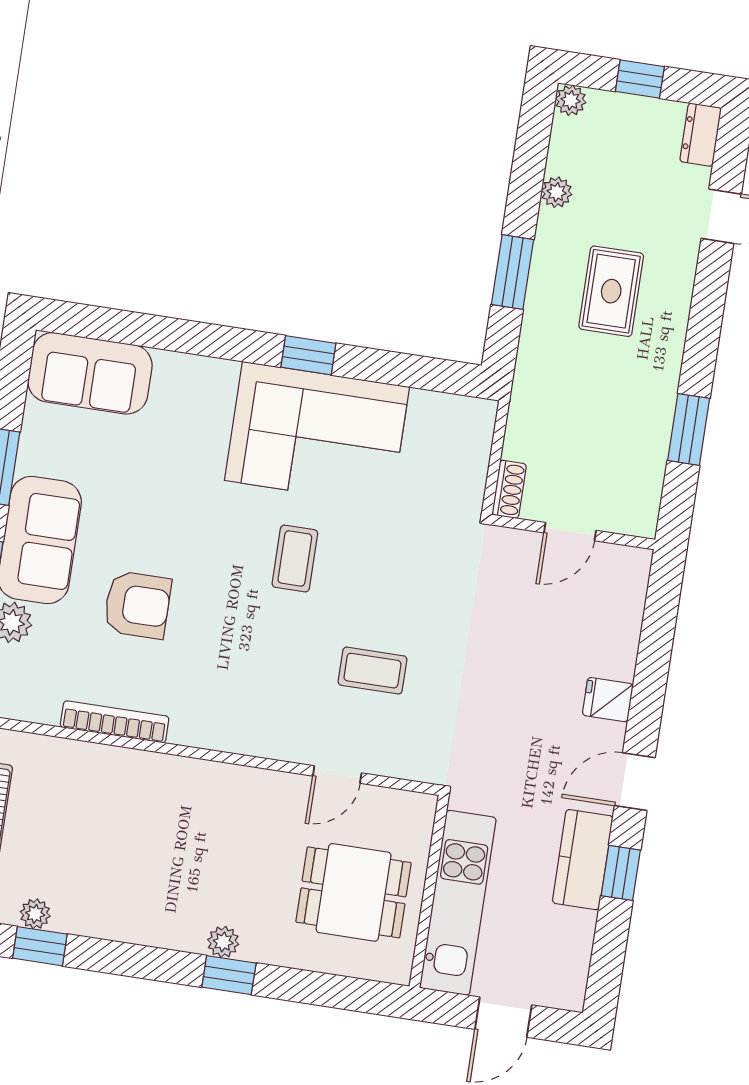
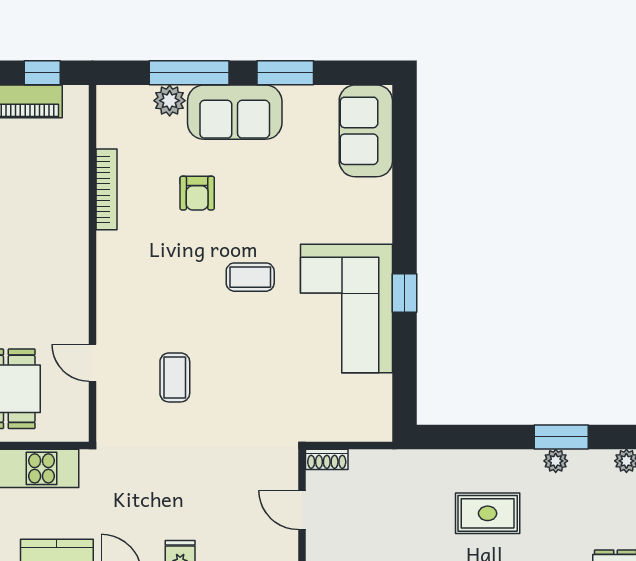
window: (513, 272) -> (561, 437), moved
coffee table: (295, 558) -> (250, 277), moved
armchair: (137, 605) -> (197, 193), width x0.72, depth x0.72

